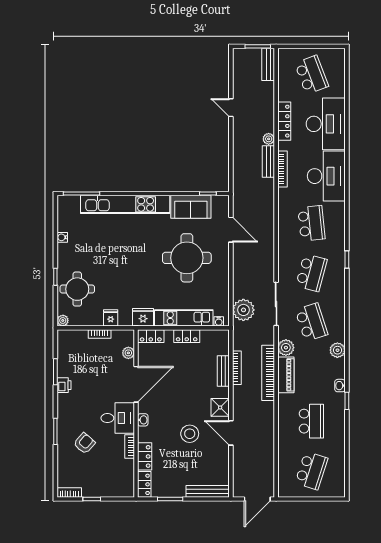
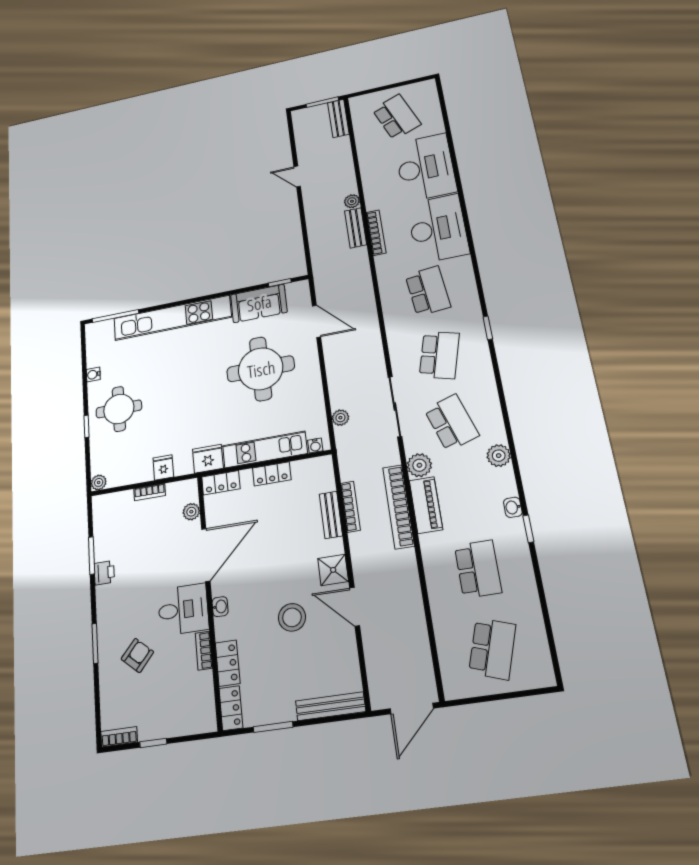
locker: (284, 121) -> (369, 176), removed
round table: (77, 289) -> (119, 409), moved
plant: (243, 310) -> (340, 418), width x0.53, depth x0.53

